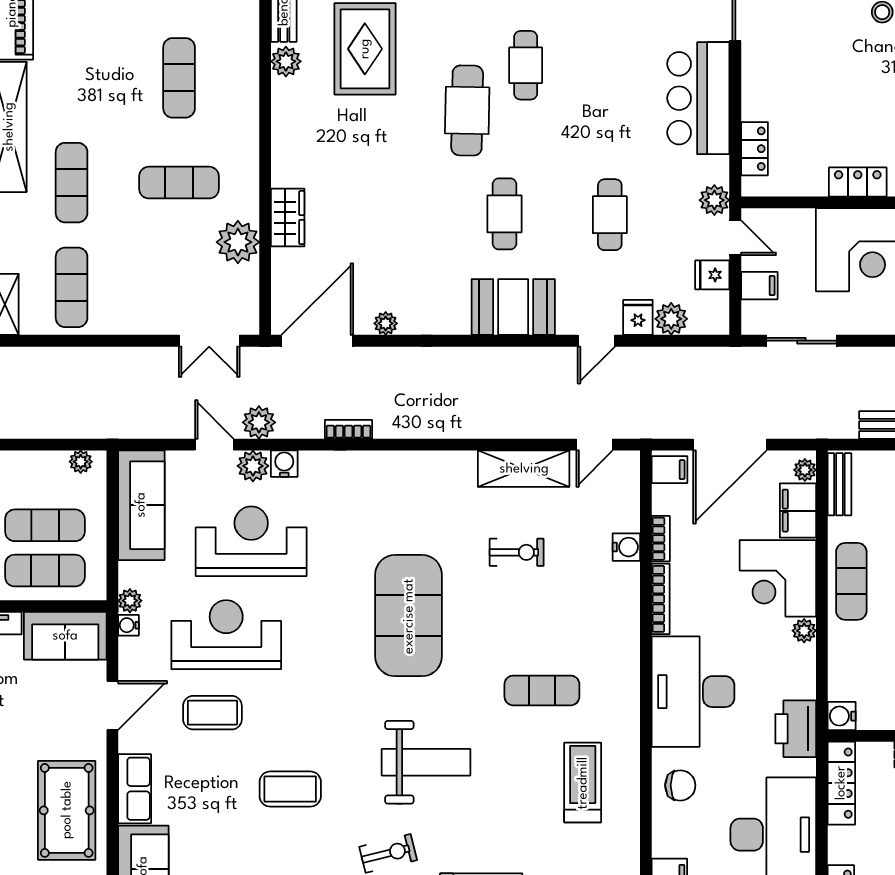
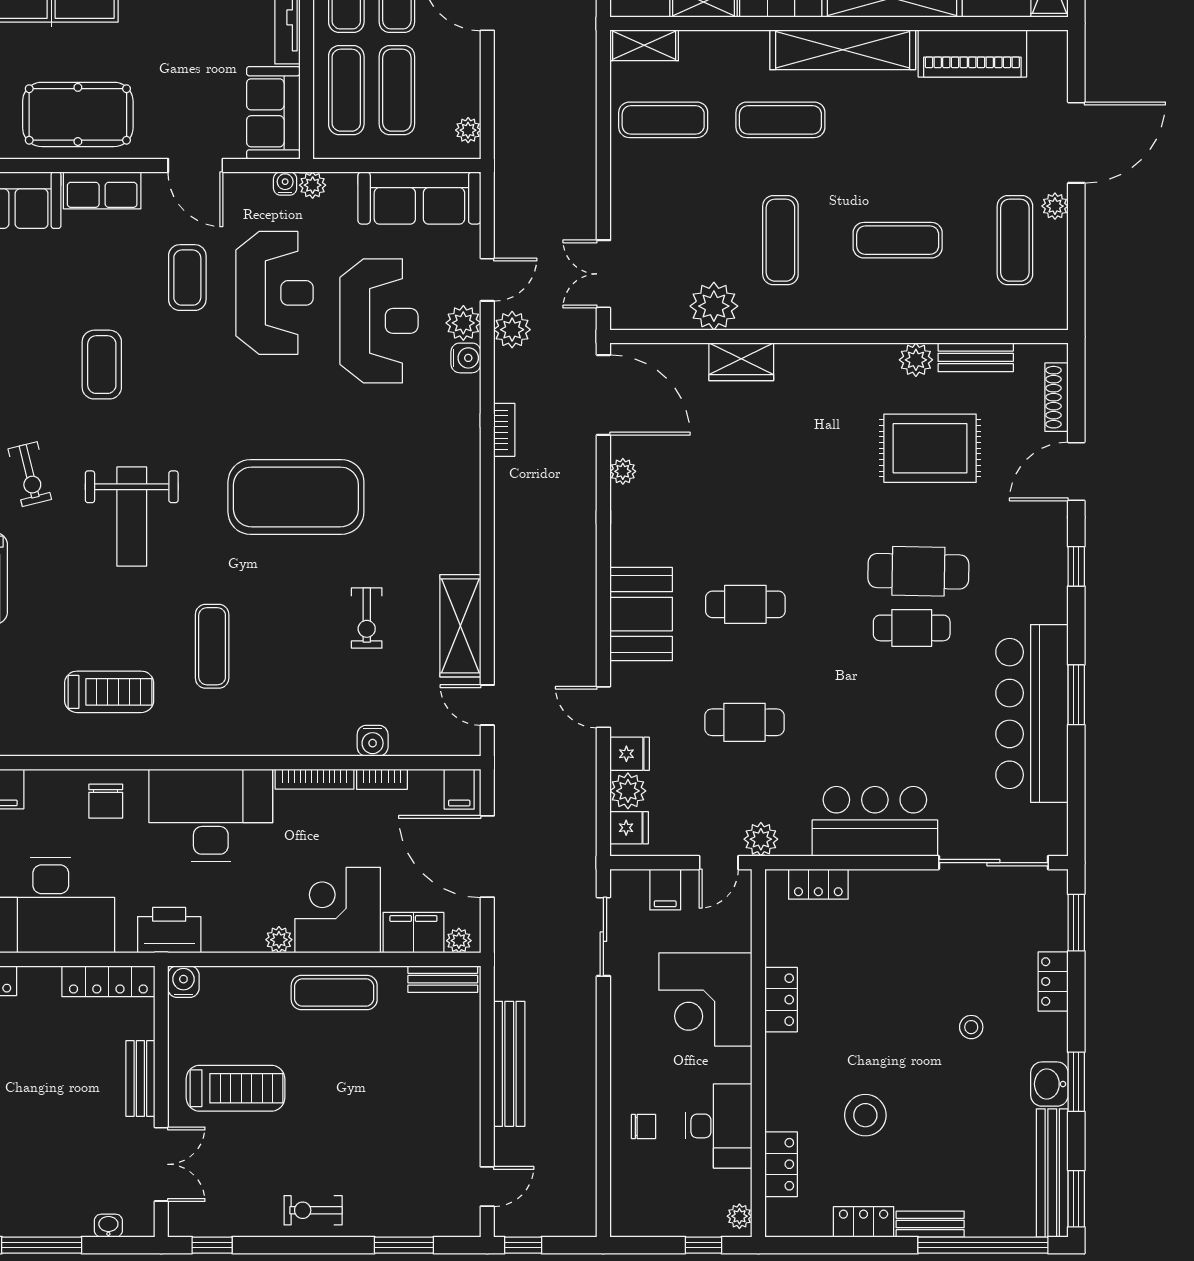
cafe table: (467, 110) -> (918, 571), moved
fridge: (712, 275) -> (629, 828), moved, turned 90

